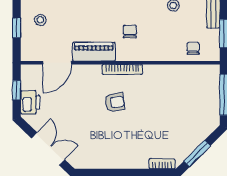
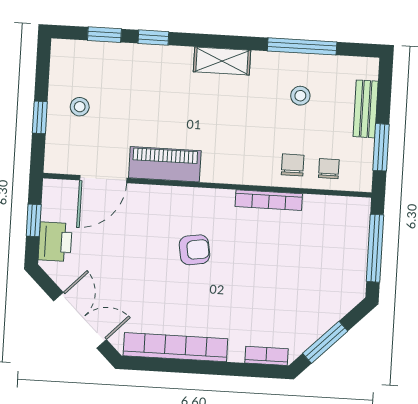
chair: (130, 31) -> (293, 165), moved
bookcase: (122, 70) -> (269, 200), moved
bookcase: (107, 162) -> (175, 347), added

